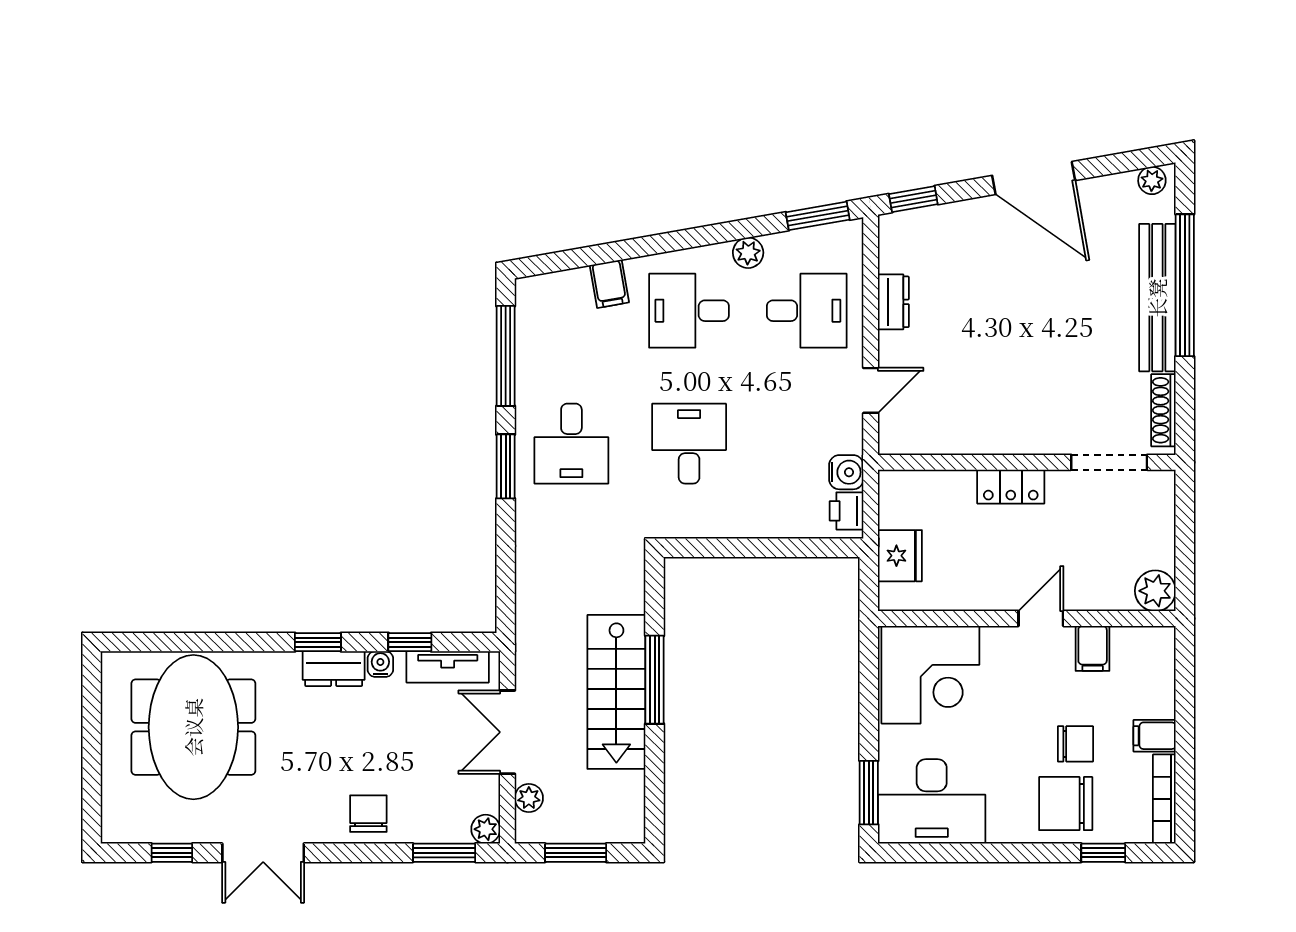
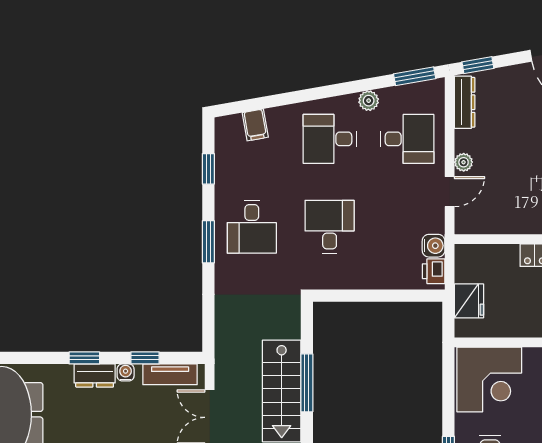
filing cabinet: (609, 284) -> (255, 125), moved
dresser: (893, 302) -> (465, 102), moved, width x1.44
plant: (892, 346) -> (464, 162), added
window: (506, 356) -> (208, 169), width x0.46

